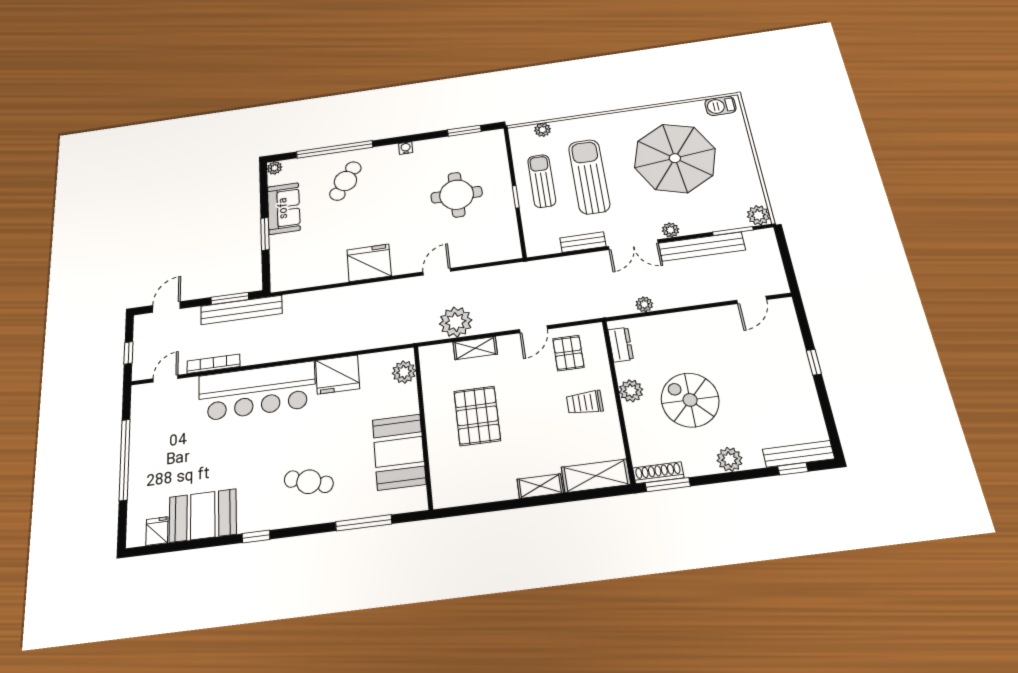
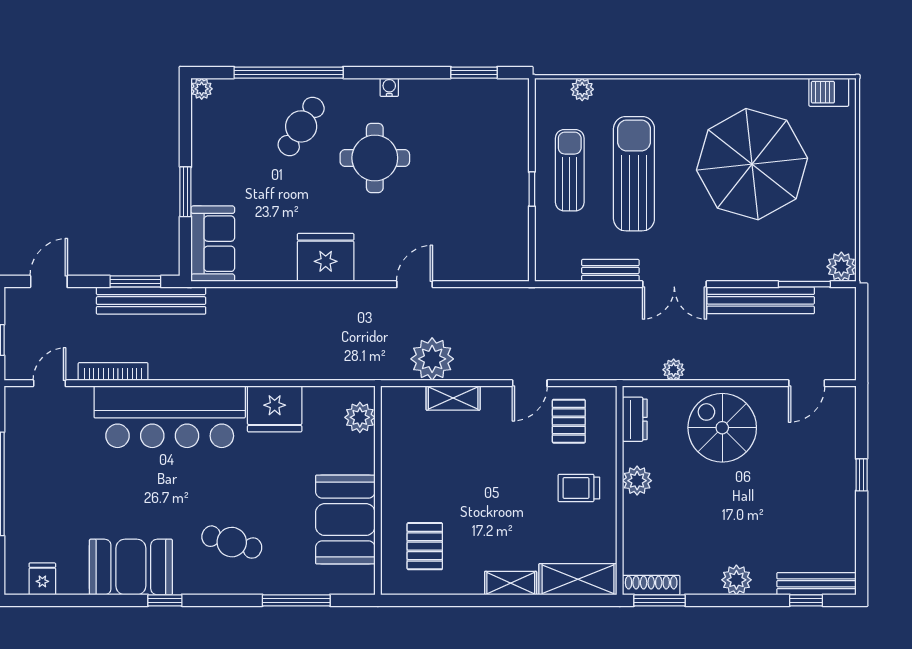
round table: (457, 195) -> (375, 158), moved
sofa: (284, 208) -> (213, 244), moved
plant: (670, 230) -> (726, 270), removed
spiral stairs: (690, 400) -> (722, 428), moved
pallet: (477, 416) -> (425, 546), moved, width x0.67, depth x0.71
booth: (203, 516) -> (131, 567), moved

